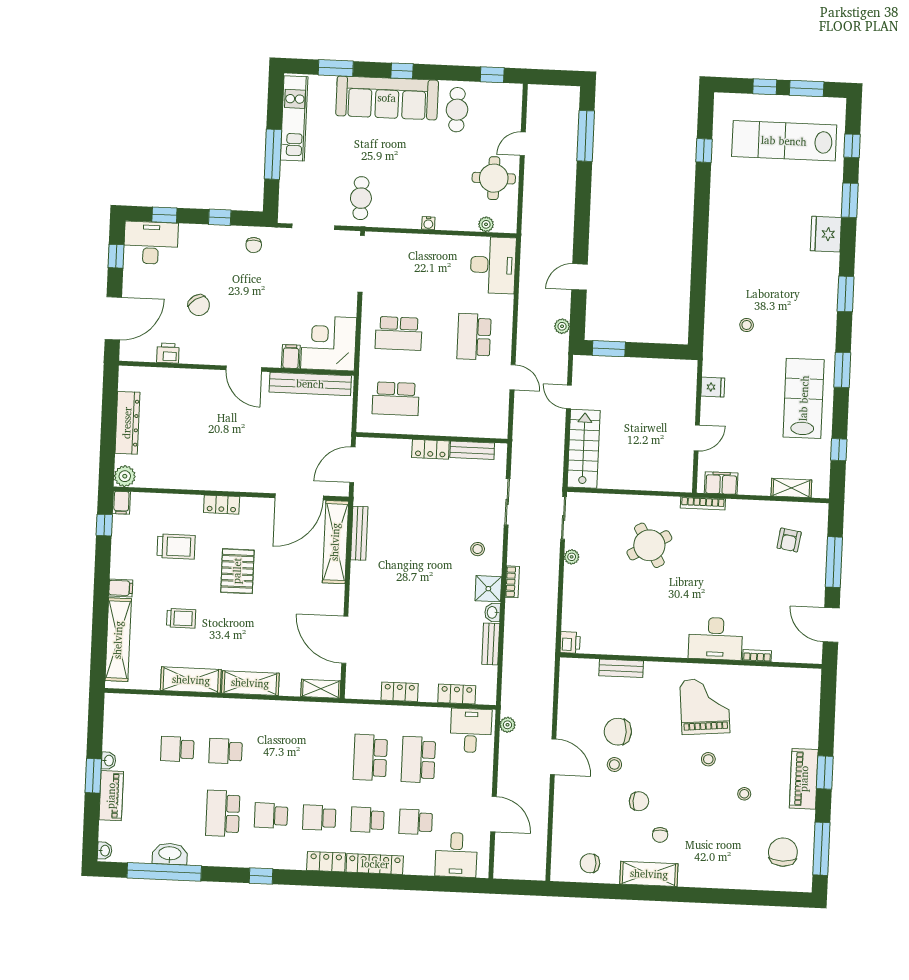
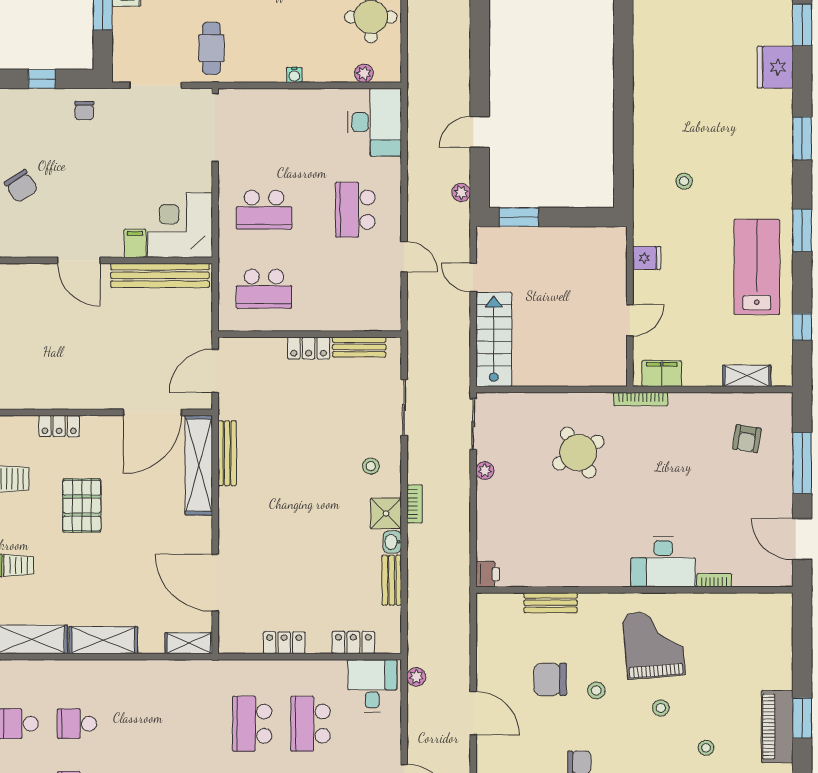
stool: (614, 765) -> (596, 690), moved

